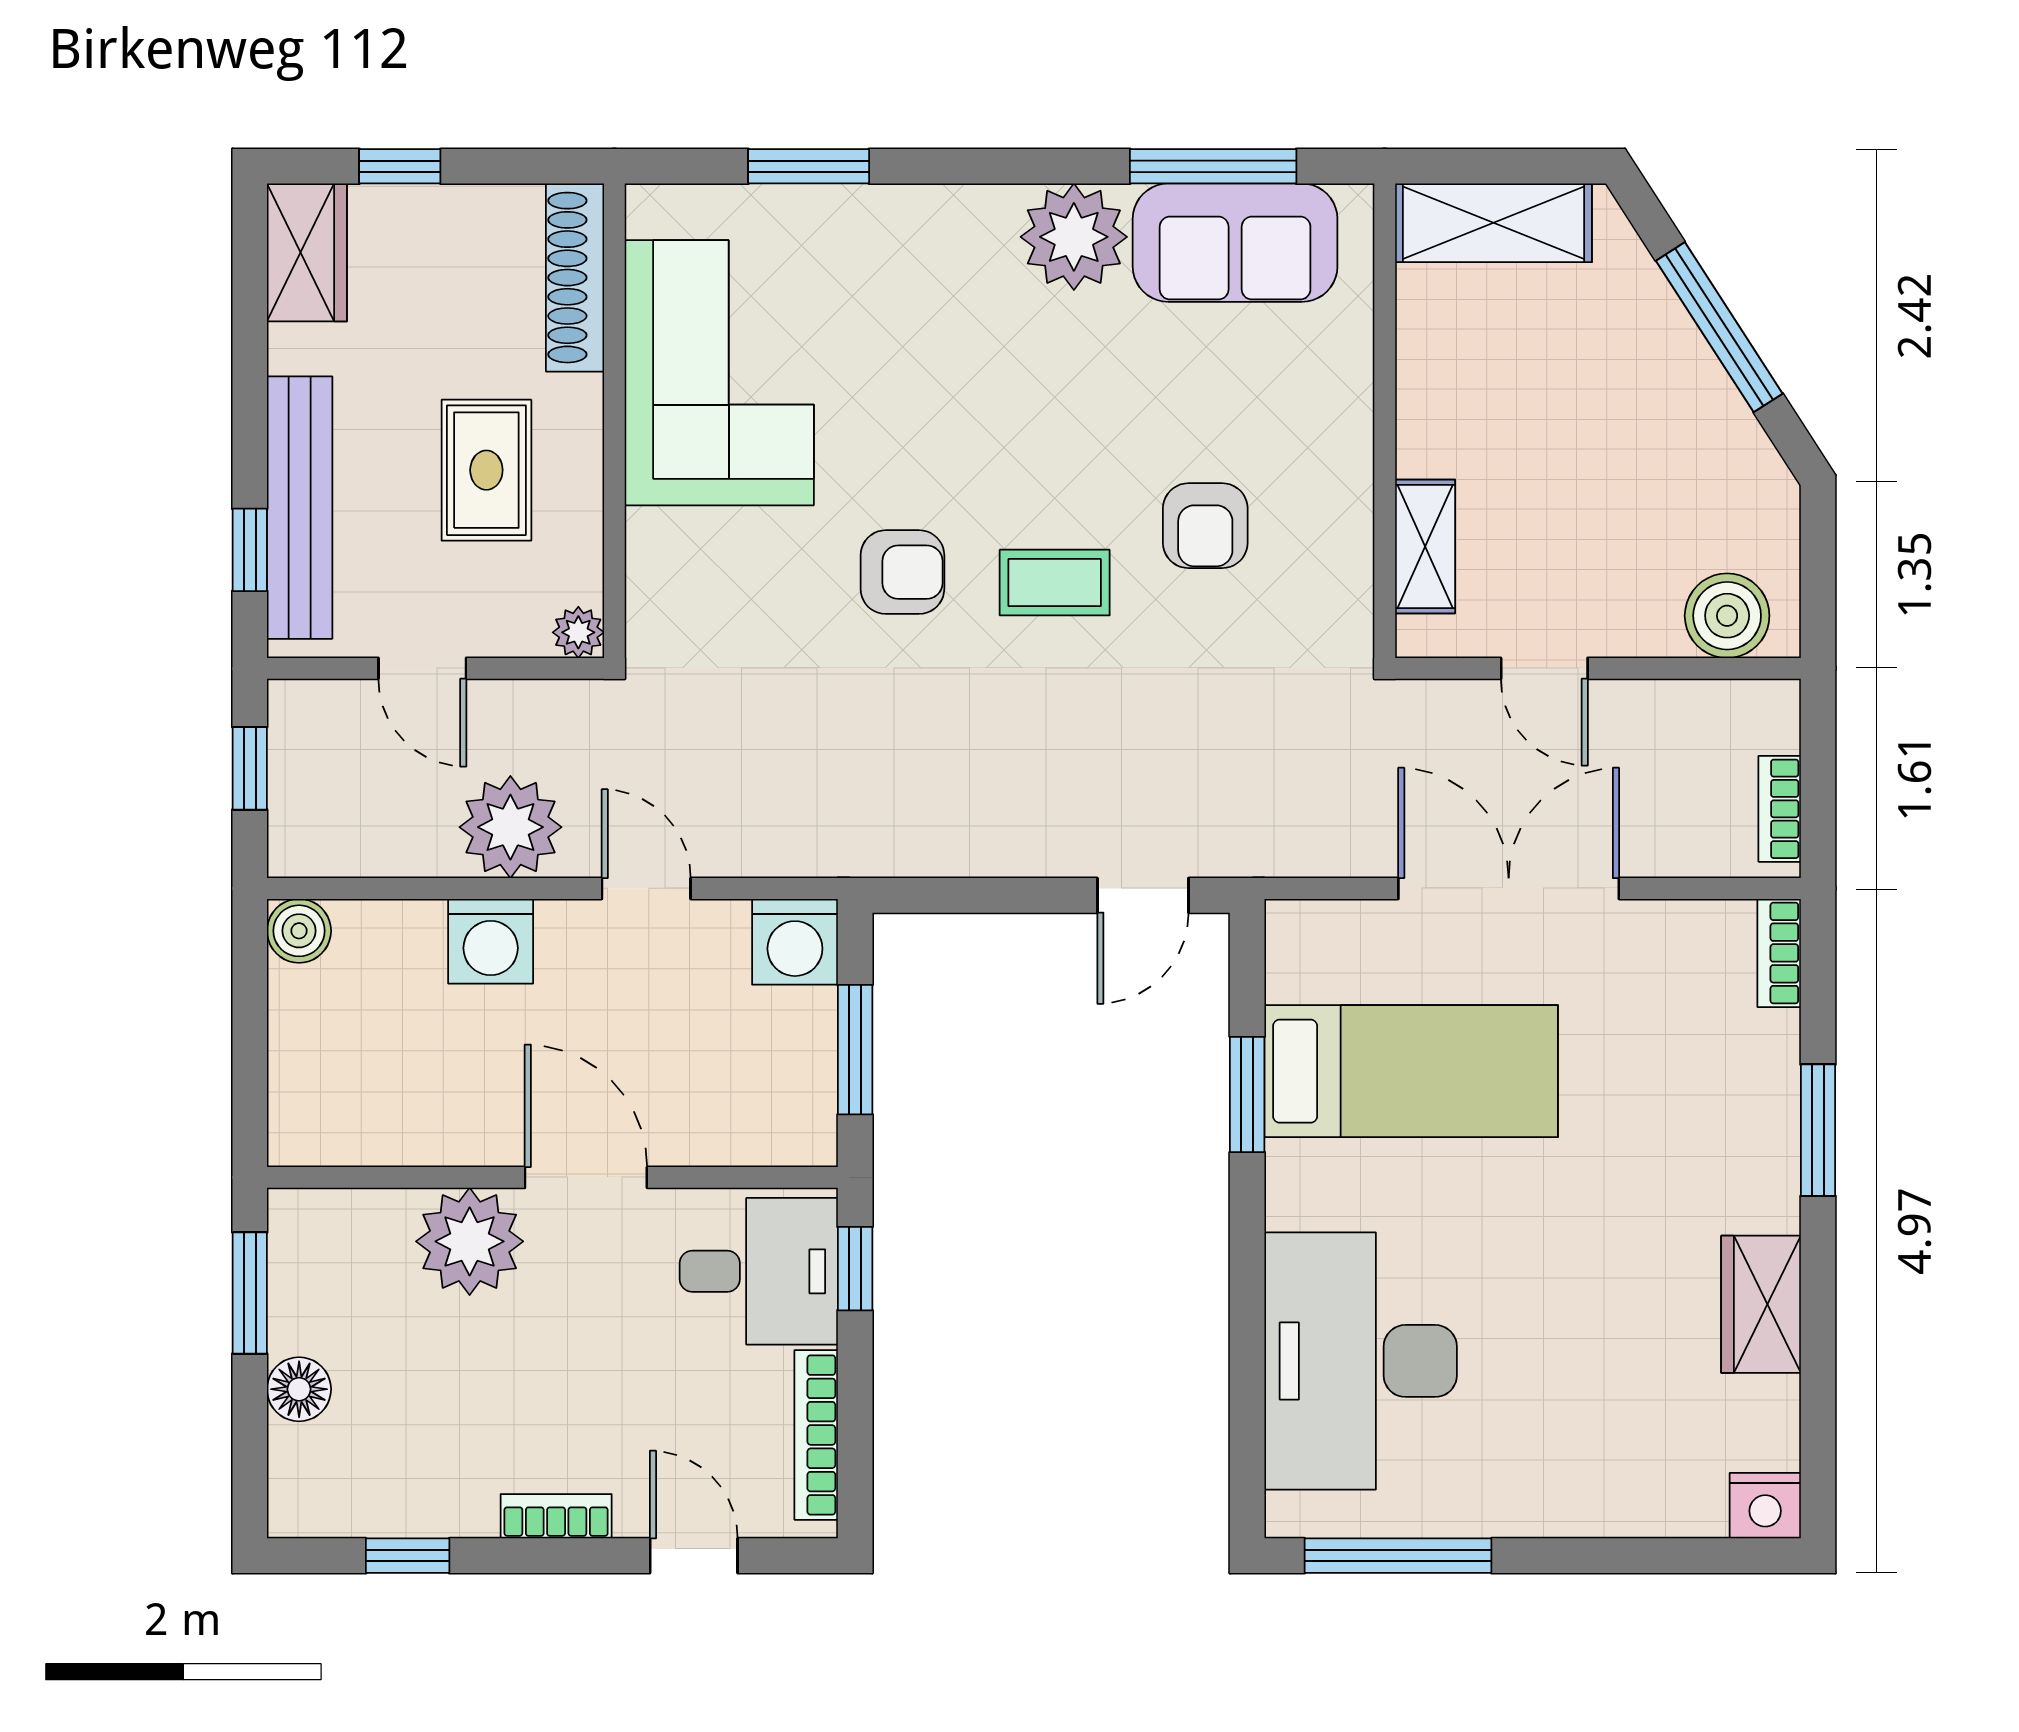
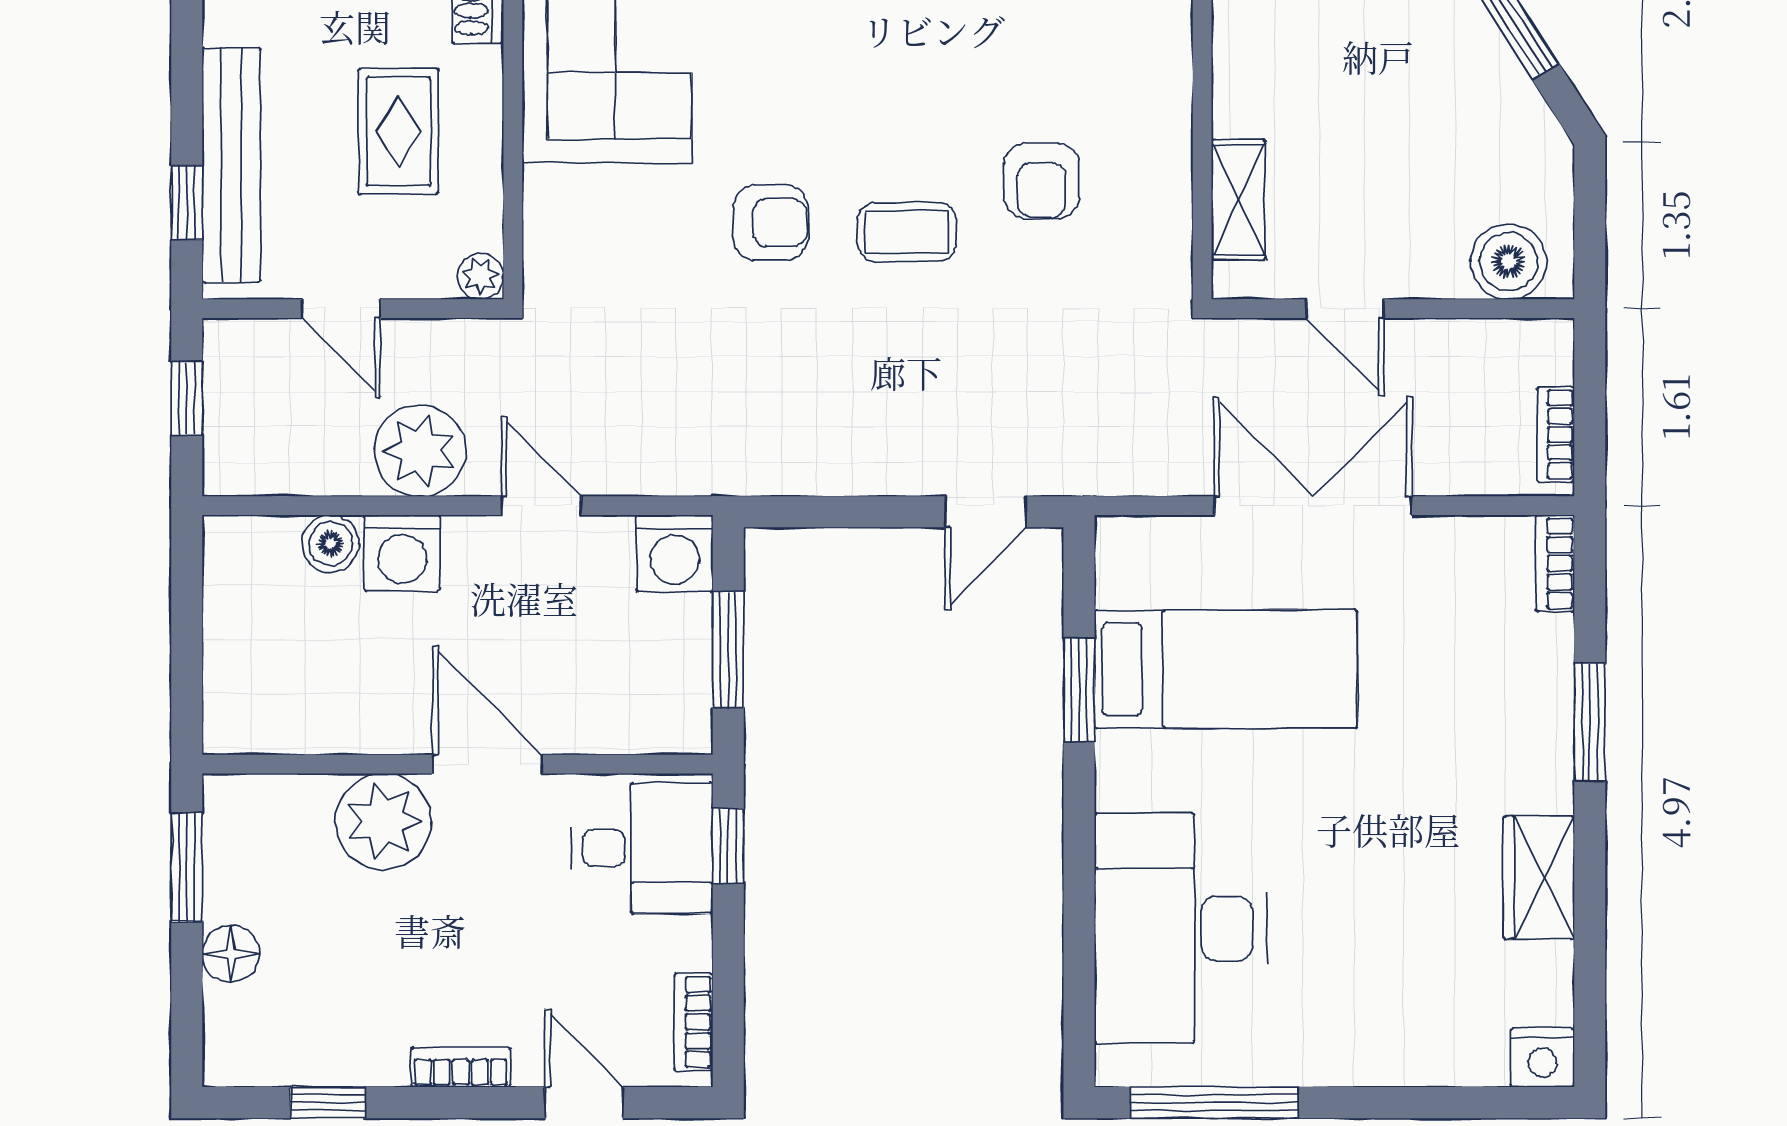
boiler: (299, 931) -> (331, 544), moved
bookcase: (816, 1435) -> (693, 1022), width x0.64

